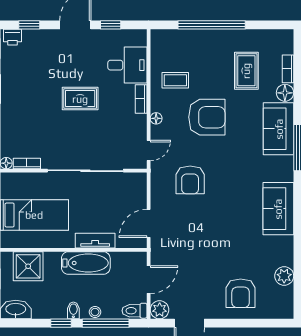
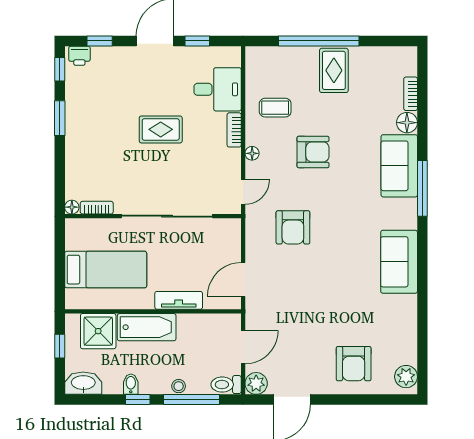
rug: (246, 71) -> (334, 70), moved
armchair: (207, 117) -> (313, 152), width x0.73, depth x0.73
bathtub: (86, 263) -> (147, 327), moved
plant: (284, 276) -> (406, 377), moved
bidet: (73, 310) -> (131, 384), moved

